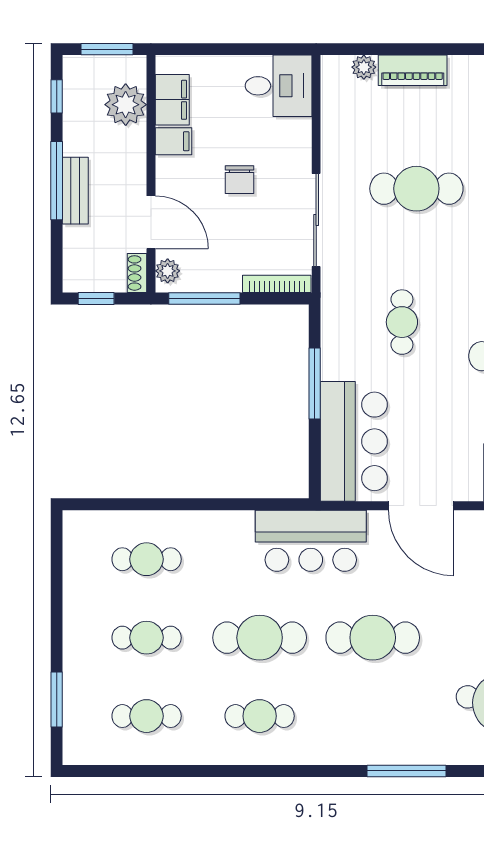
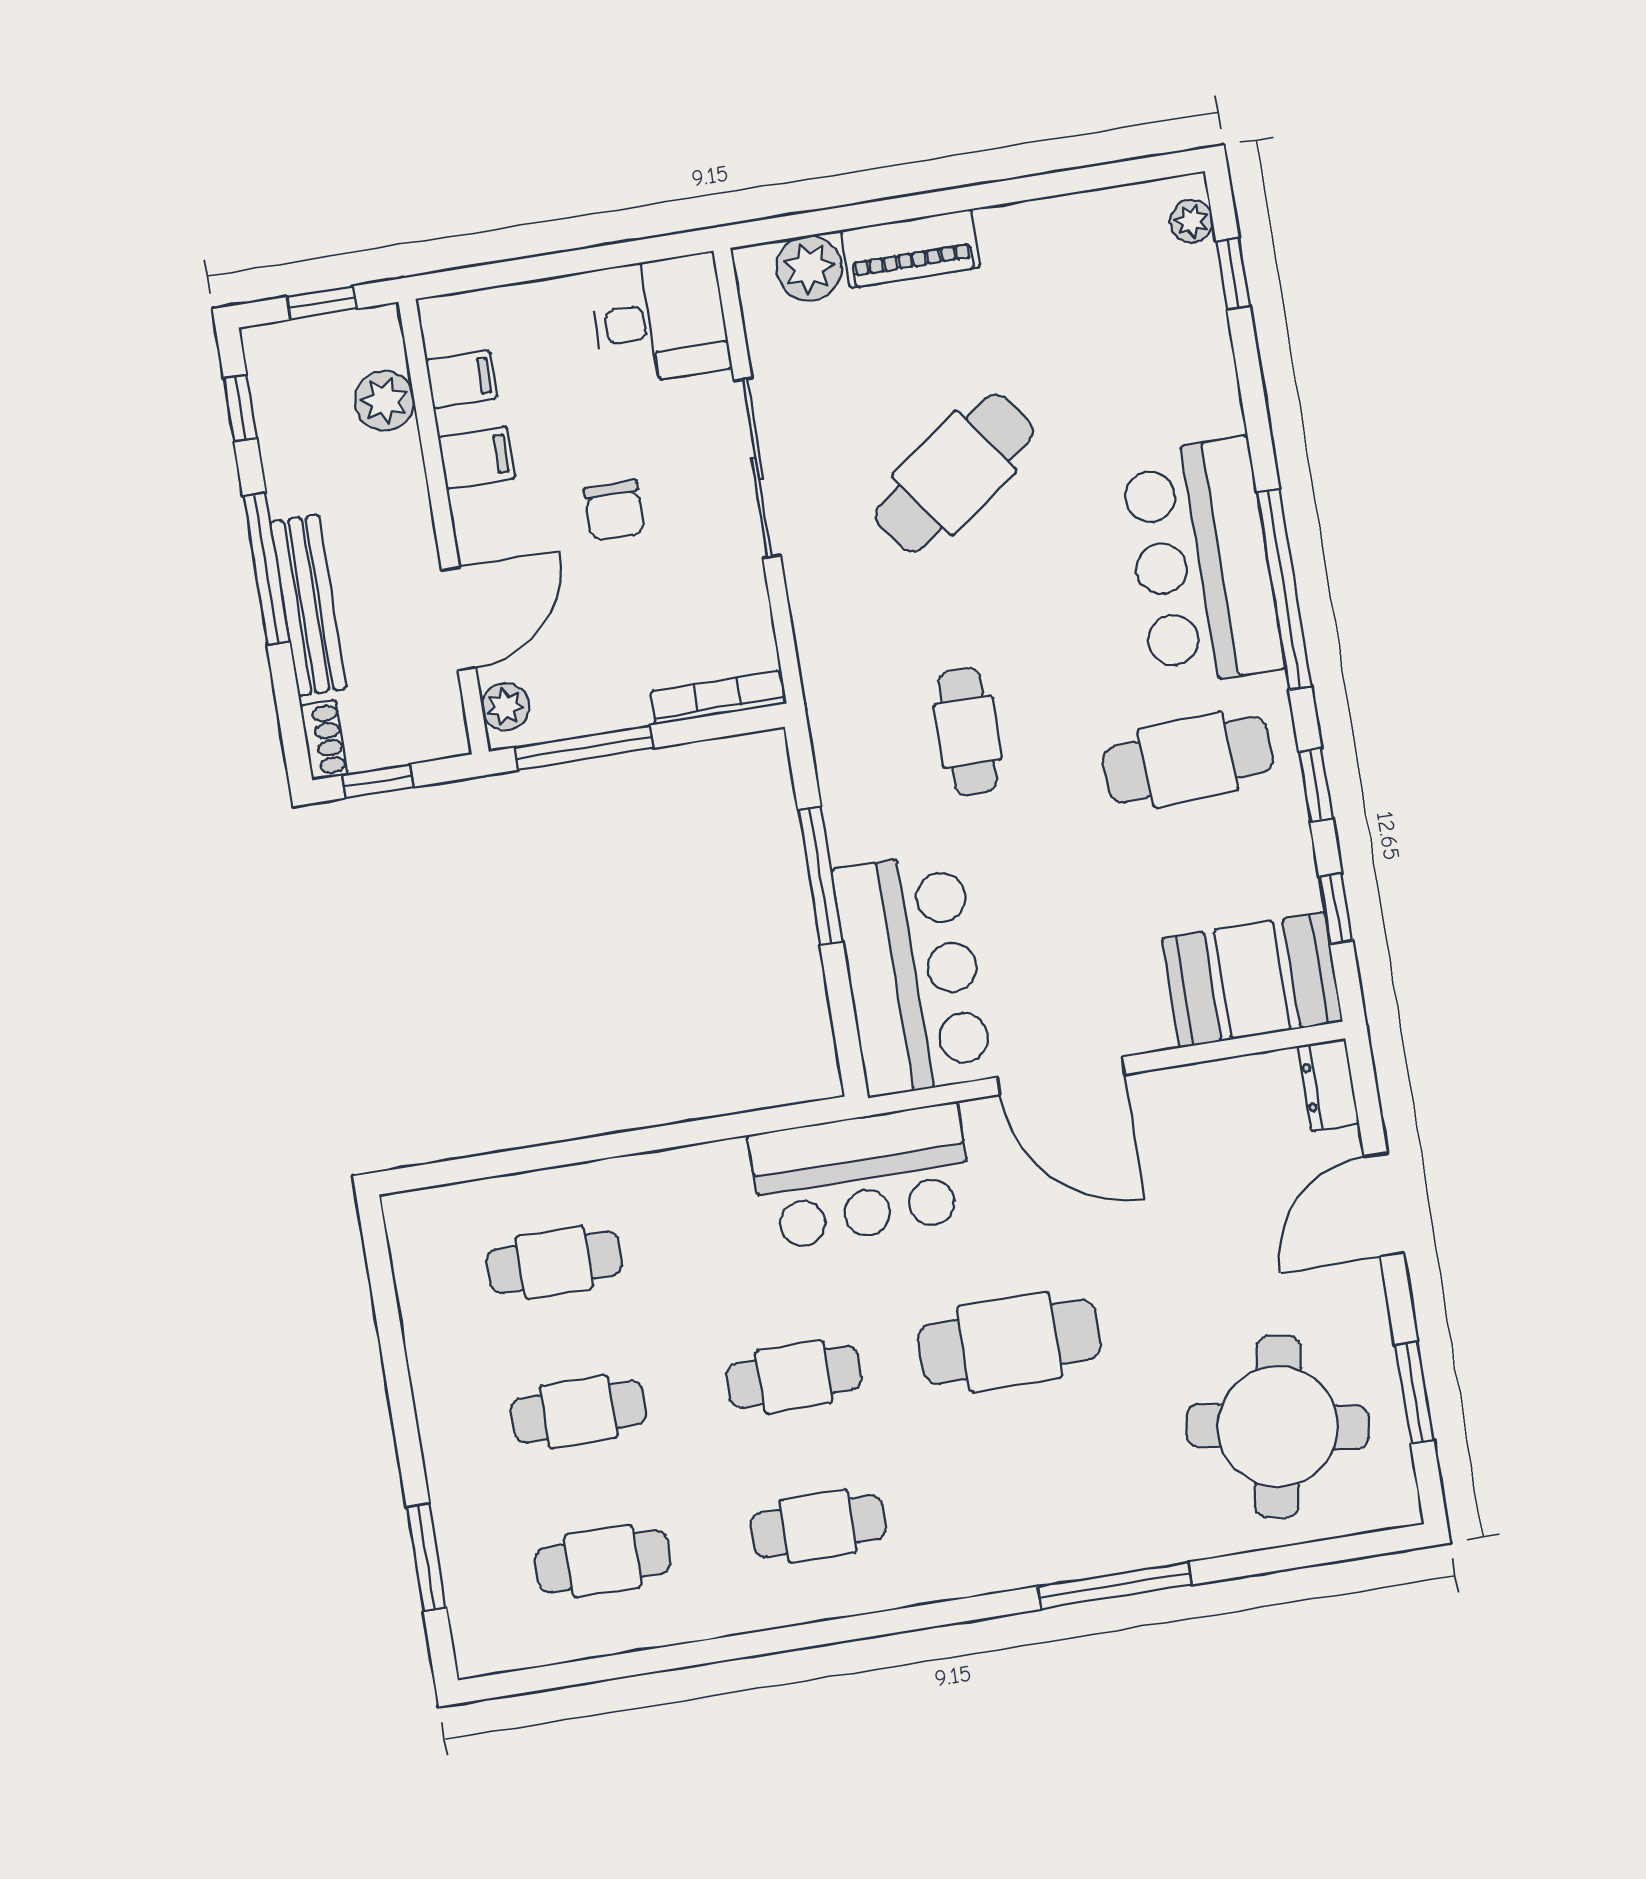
window: (107, 49) -> (321, 303), width x0.67
plant: (364, 67) -> (809, 268), width x1.38, depth x1.38
filing cabinet: (172, 100) -> (461, 379), width x0.50
plant: (126, 105) -> (385, 401), width x0.73, depth x0.73
cafe table: (416, 189) -> (954, 473), turned -36
bench: (75, 191) -> (309, 605), width x1.36
sliding door: (316, 220) -> (757, 468), moved
door: (151, 222) -> (459, 619), hinge flipped
shoe rack: (137, 273) -> (324, 740), moved, turned 180
cafe table: (260, 638) -> (794, 1377), width x0.73, depth x0.74

